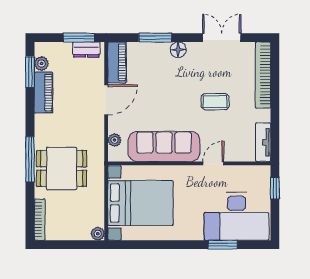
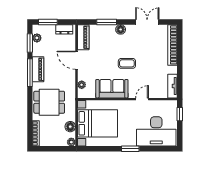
window: (79, 38) -> (48, 22), moved
piano: (43, 93) -> (38, 69), moved
door: (106, 100) -> (77, 60), swing flipped
coffee table: (215, 102) -> (127, 63), moved
sofa: (164, 146) -> (112, 89), width x0.73
window: (30, 159) -> (30, 73), moved
floor lamp: (96, 208) -> (70, 127), added
window: (223, 245) -> (130, 149), moved

